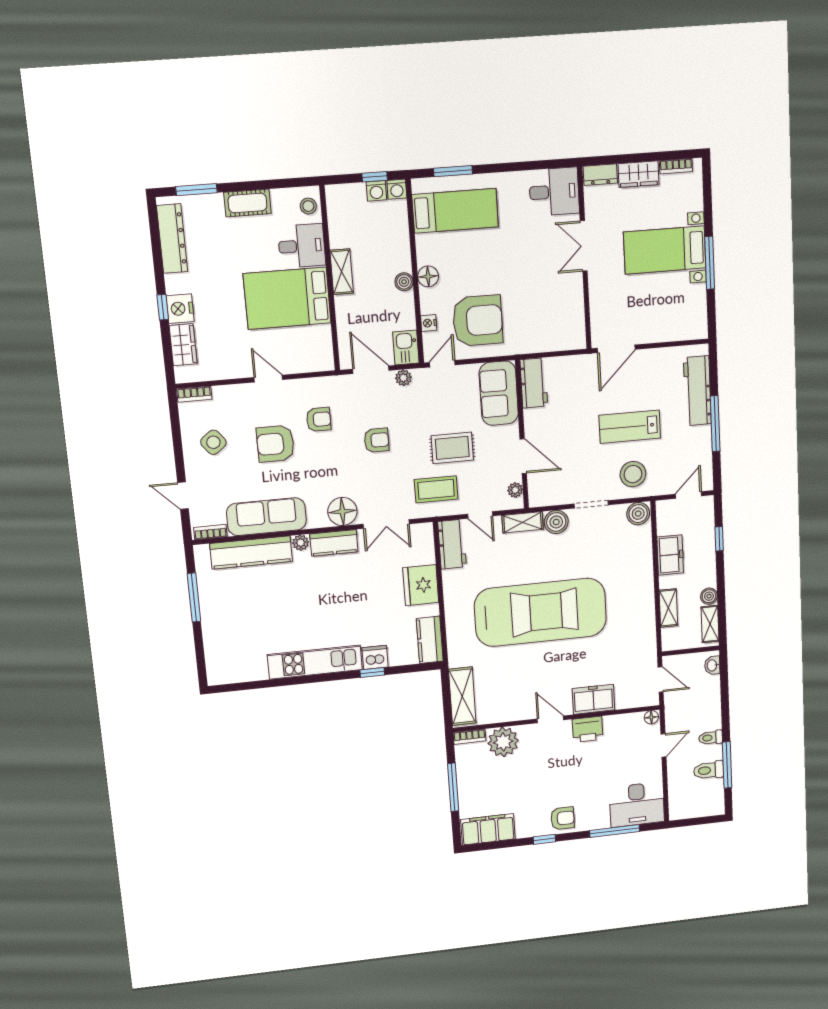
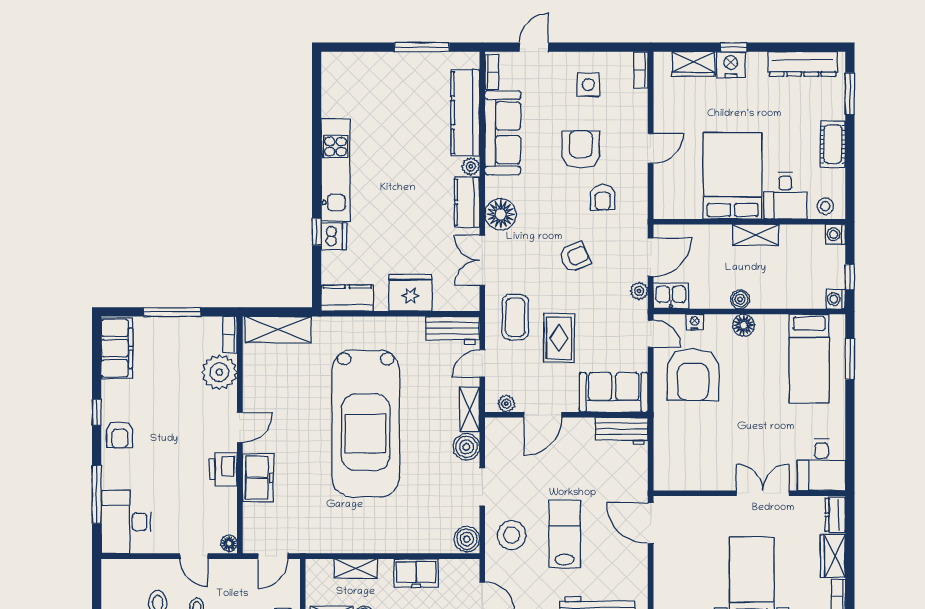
washing machine: (376, 191) -> (836, 234), moved
armchair: (377, 440) -> (575, 257), turned -114
side table: (213, 442) -> (588, 85), turned 38

